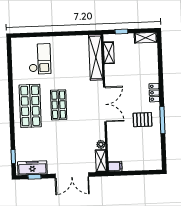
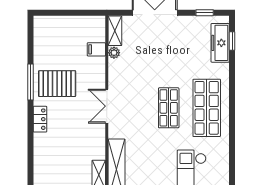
double door: (105, 104) -> (107, 106), width x0.73
pallet: (142, 120) -> (57, 84), width x1.50, depth x1.42
filing cabinet: (115, 166) -> (96, 49), moved
freezer: (32, 168) -> (220, 43), moved, turned 90

